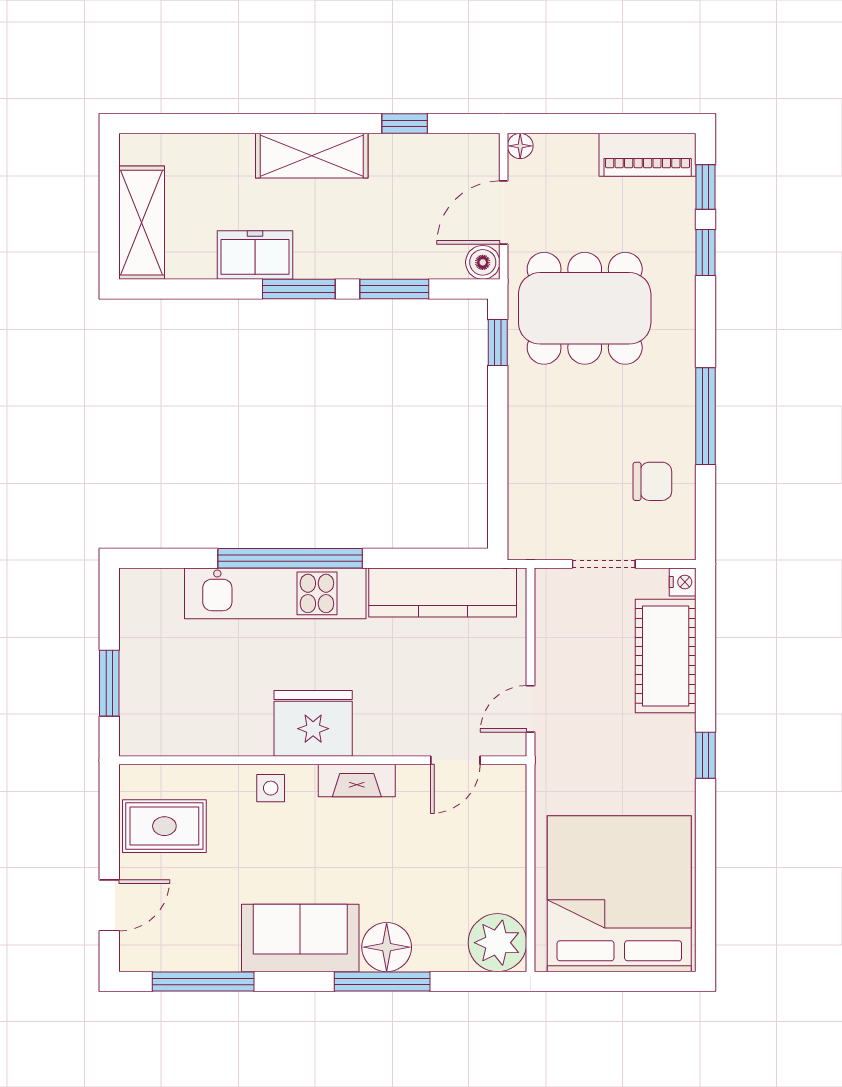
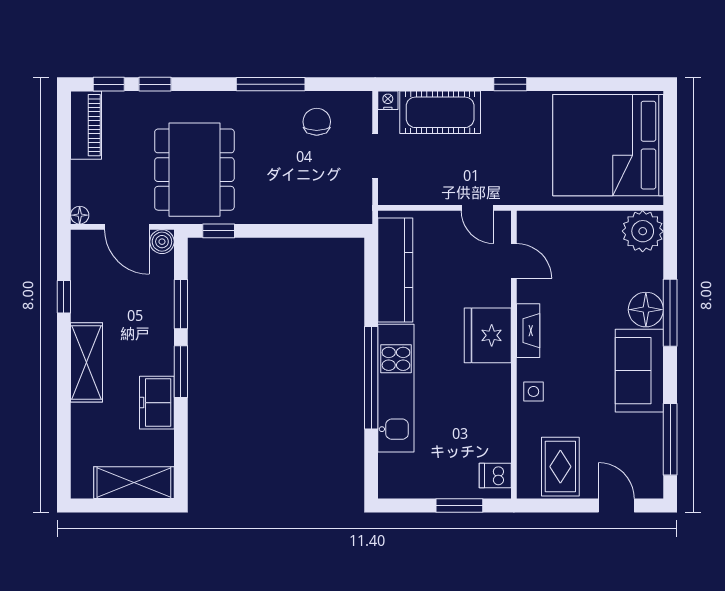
fridge: (313, 723) -> (488, 335), moved
dishwasher: (152, 734) -> (495, 476), added

